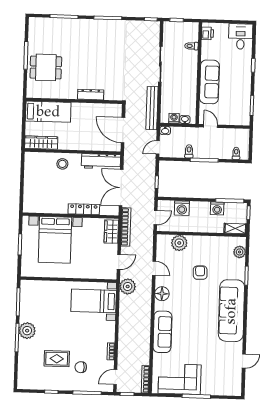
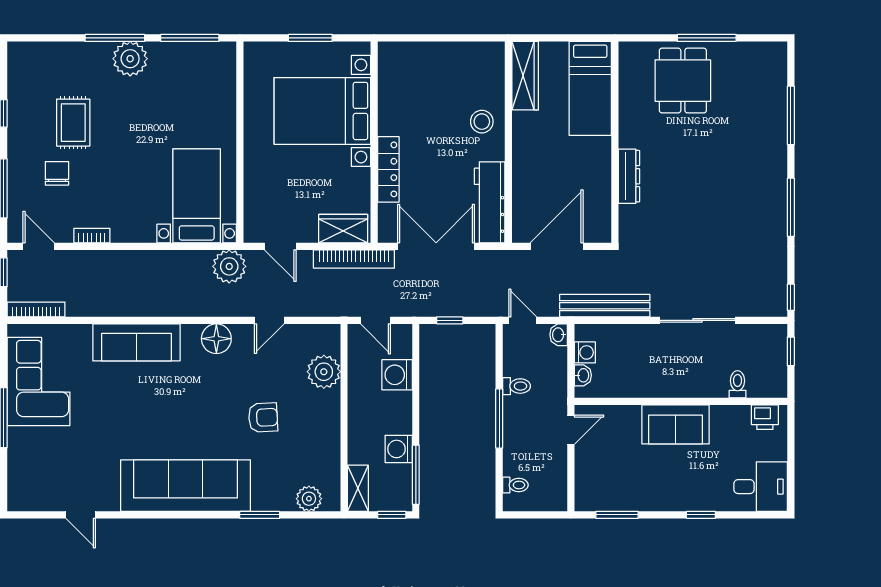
sofa: (209, 82) -> (676, 424), width x0.73

